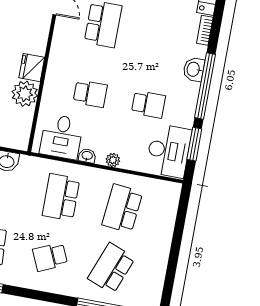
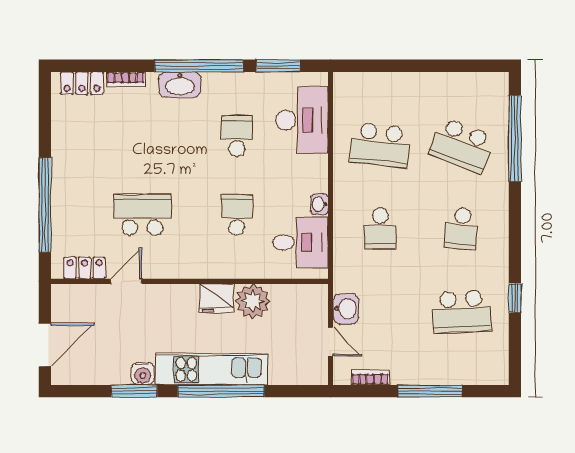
washbasin: (194, 69) -> (180, 85), width x1.38
desk: (169, 151) -> (302, 120), moved, turned 90
plant: (113, 160) -> (319, 169), removed
school desk: (61, 197) -> (380, 228), width x0.54
school desk: (50, 257) -> (462, 228), turned 30

